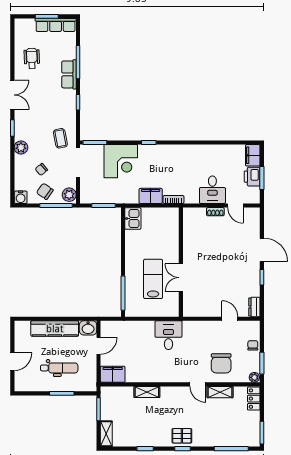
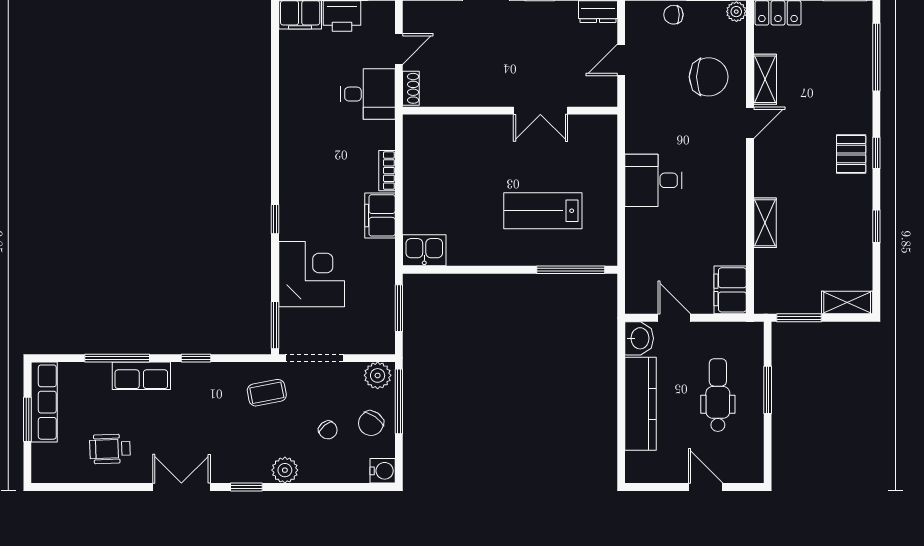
wall: (181, 262) -> (510, 111), moved
double door: (181, 278) -> (540, 111), moved

